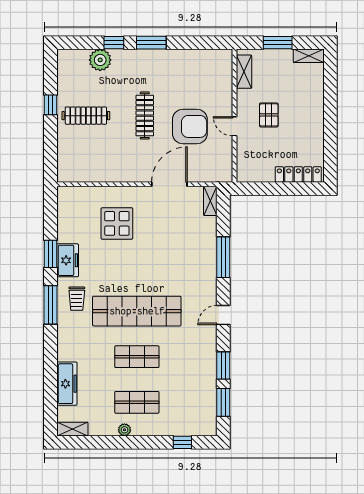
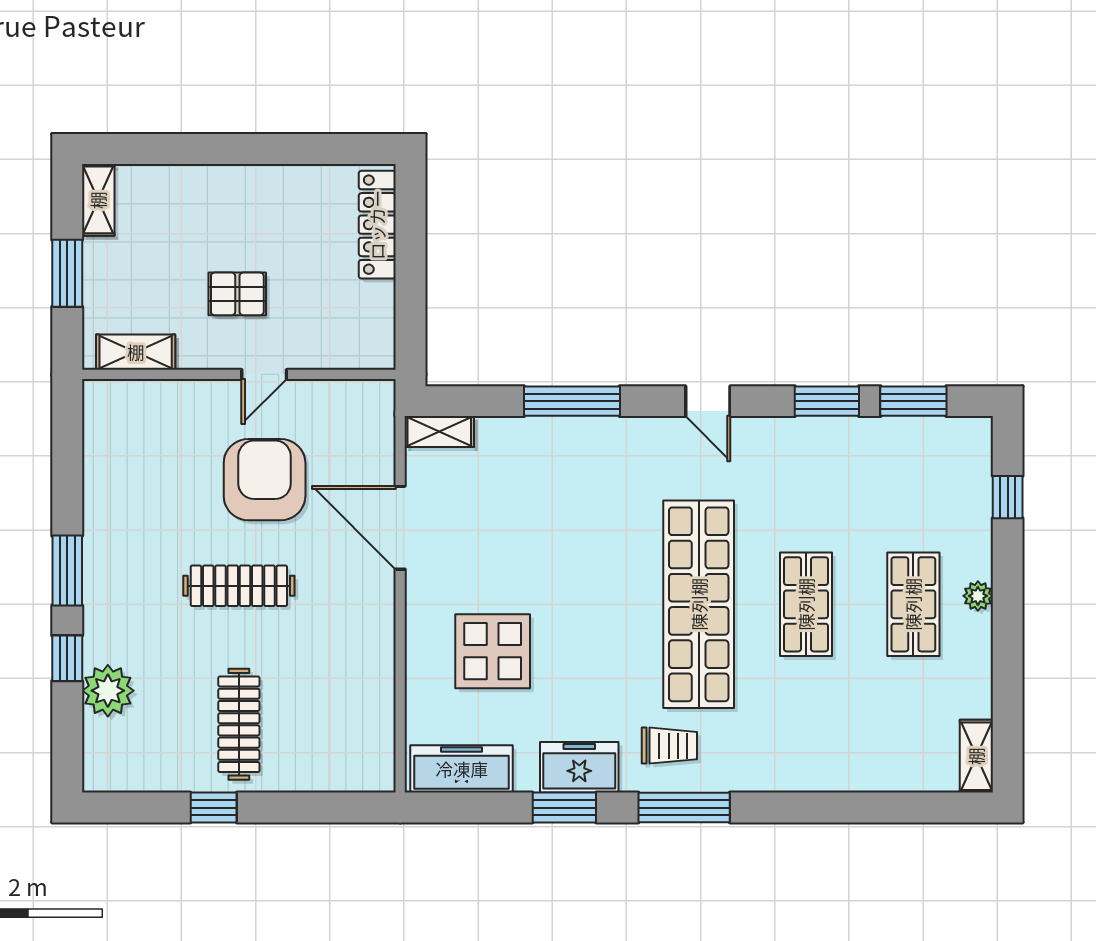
freezer: (67, 384) -> (462, 769), moved
plant: (124, 430) -> (978, 596), moved

